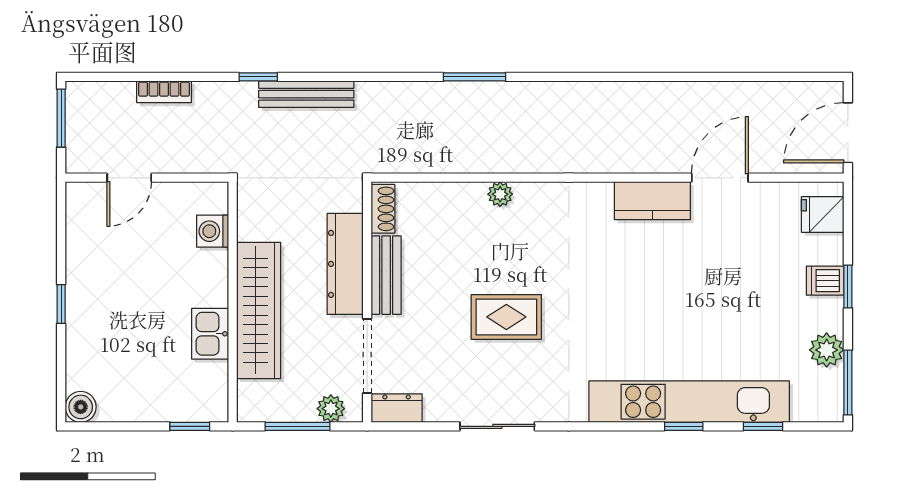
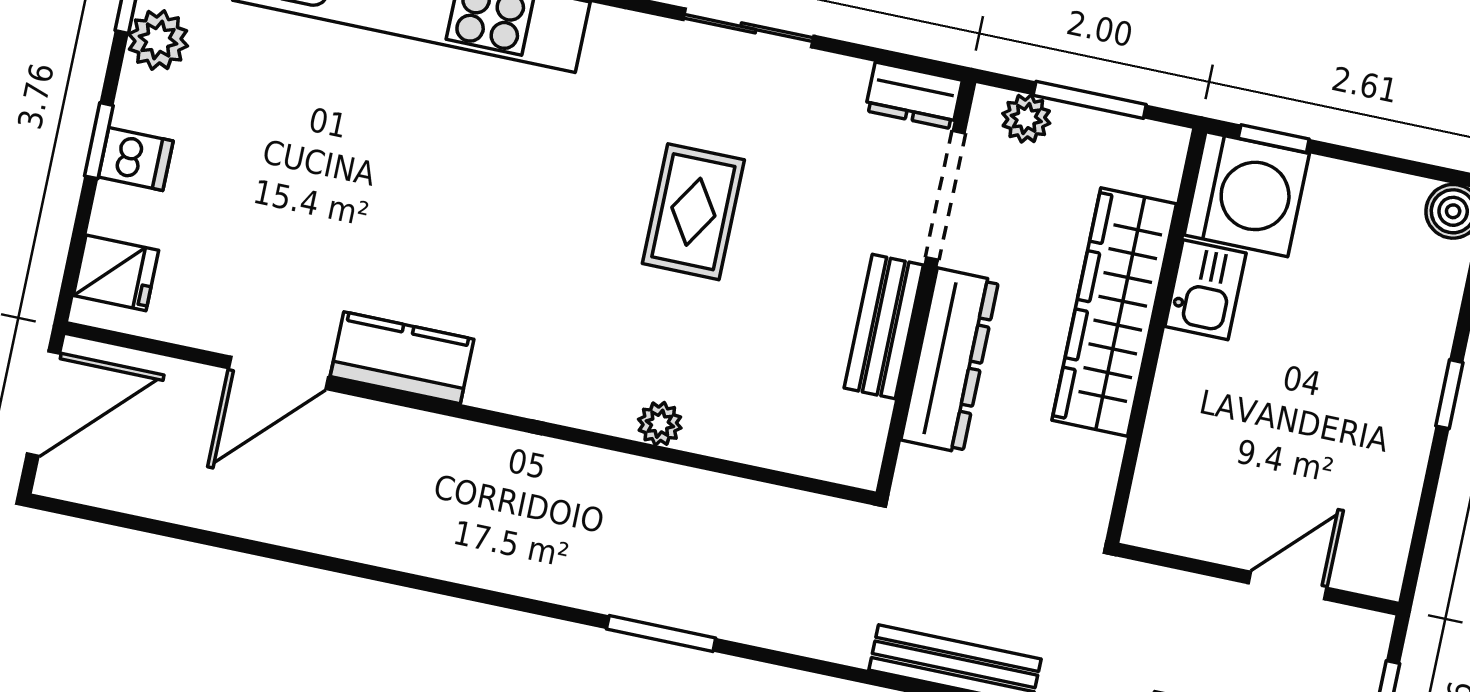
shoe rack: (383, 209) -> (865, 441), removed
washing machine: (213, 231) -> (1247, 194), moved, width x1.89, depth x1.89
rug: (506, 317) -> (693, 212), turned 90

